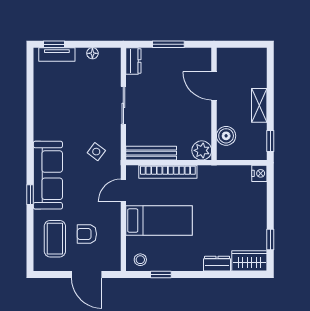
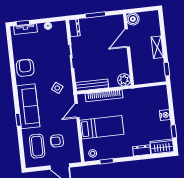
door: (214, 86) -> (127, 38), hinge flipped
armchair: (50, 115) -> (25, 68), added
boiler: (226, 136) -> (133, 19), moved
nightstand: (259, 173) -> (165, 115), moved

